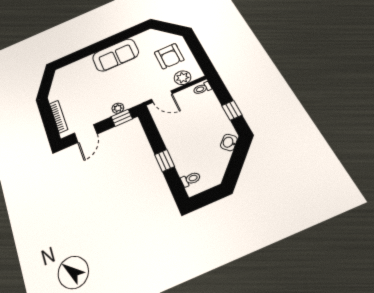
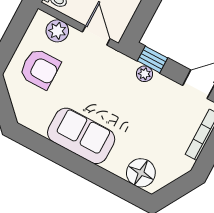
armchair: (169, 56) -> (40, 69), turned 90
floor lamp: (70, 72) -> (141, 173), added

